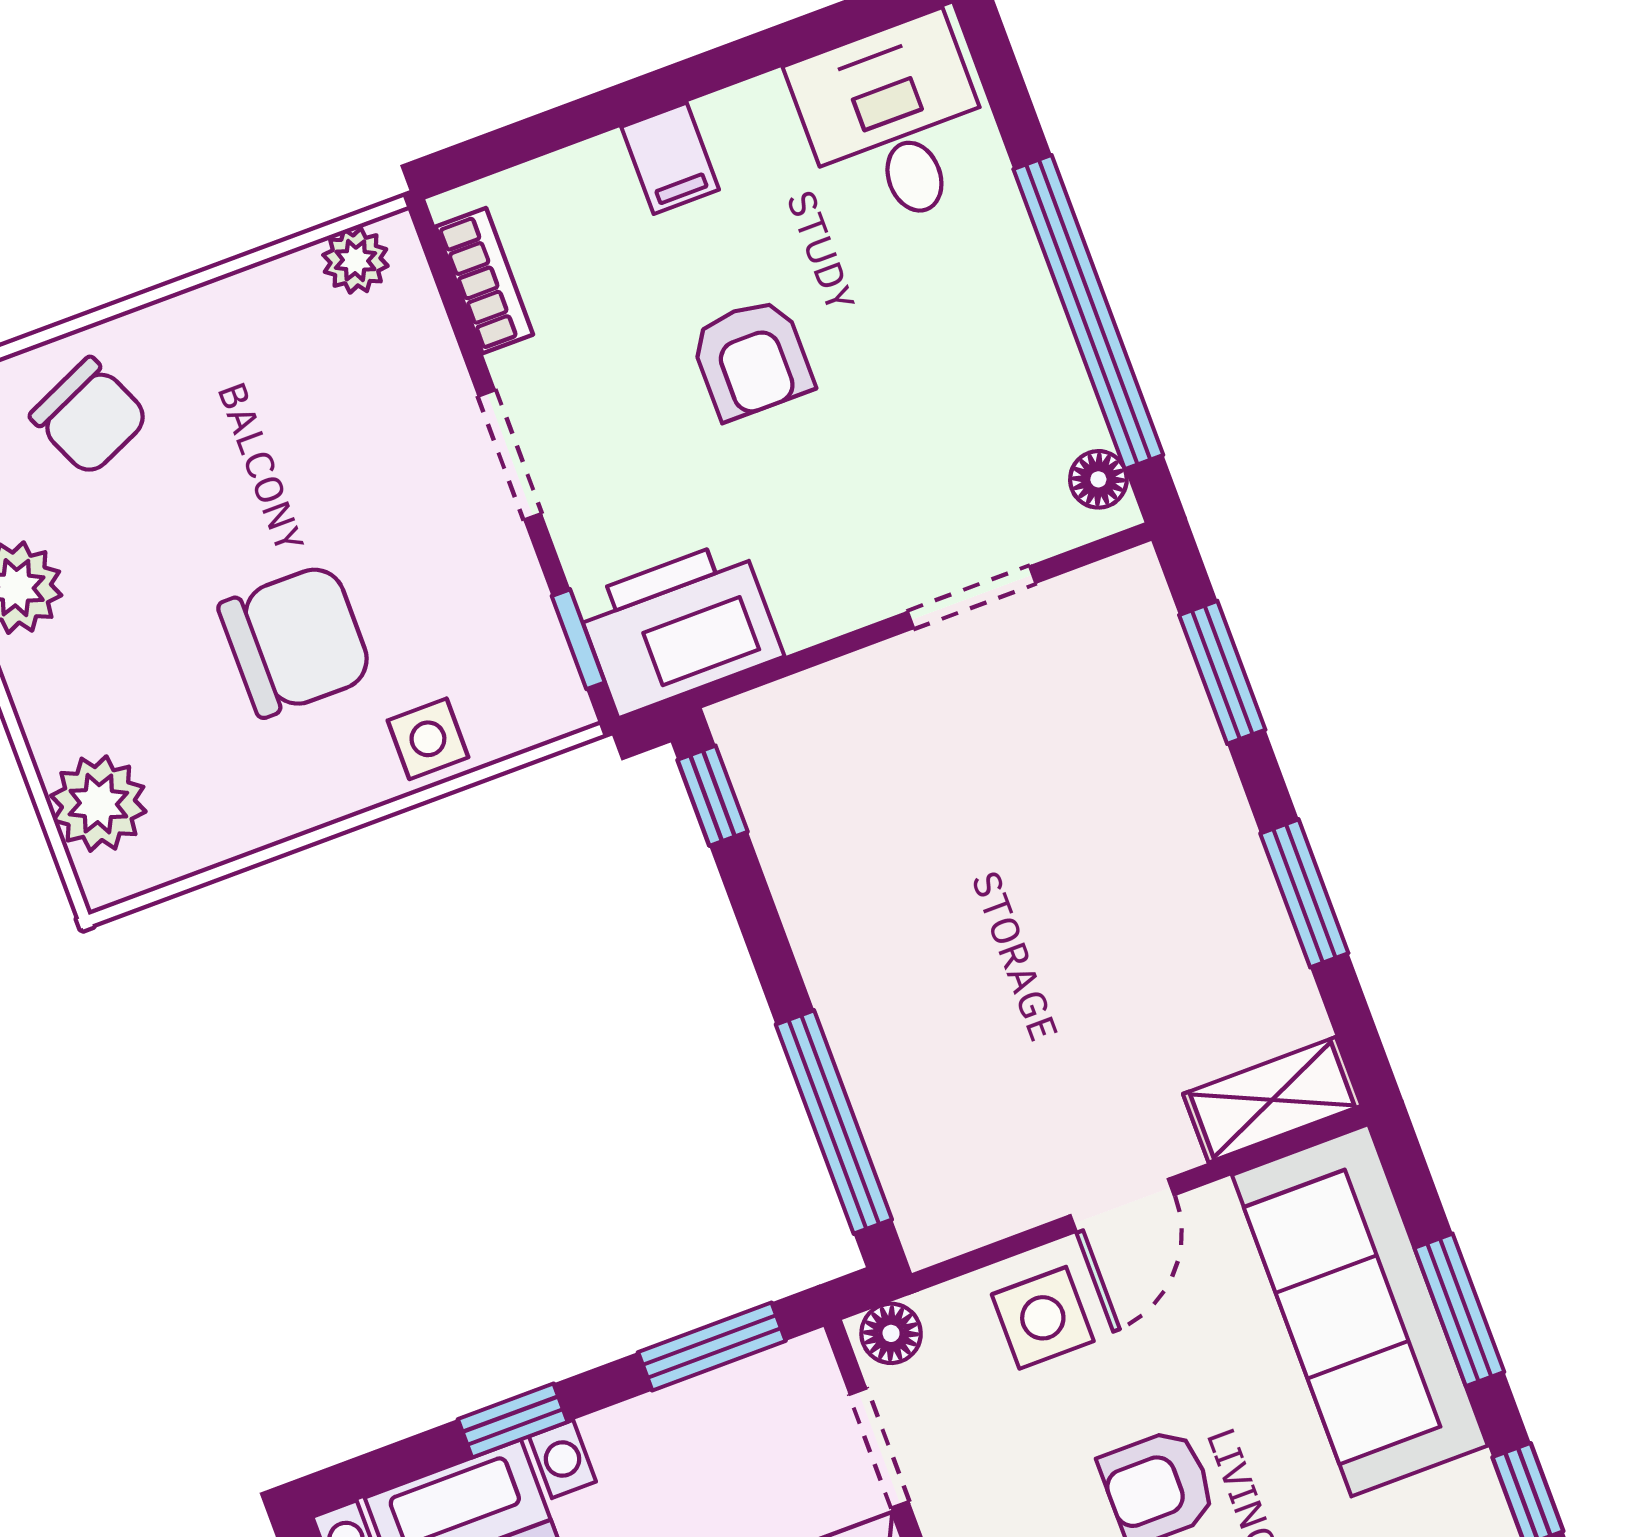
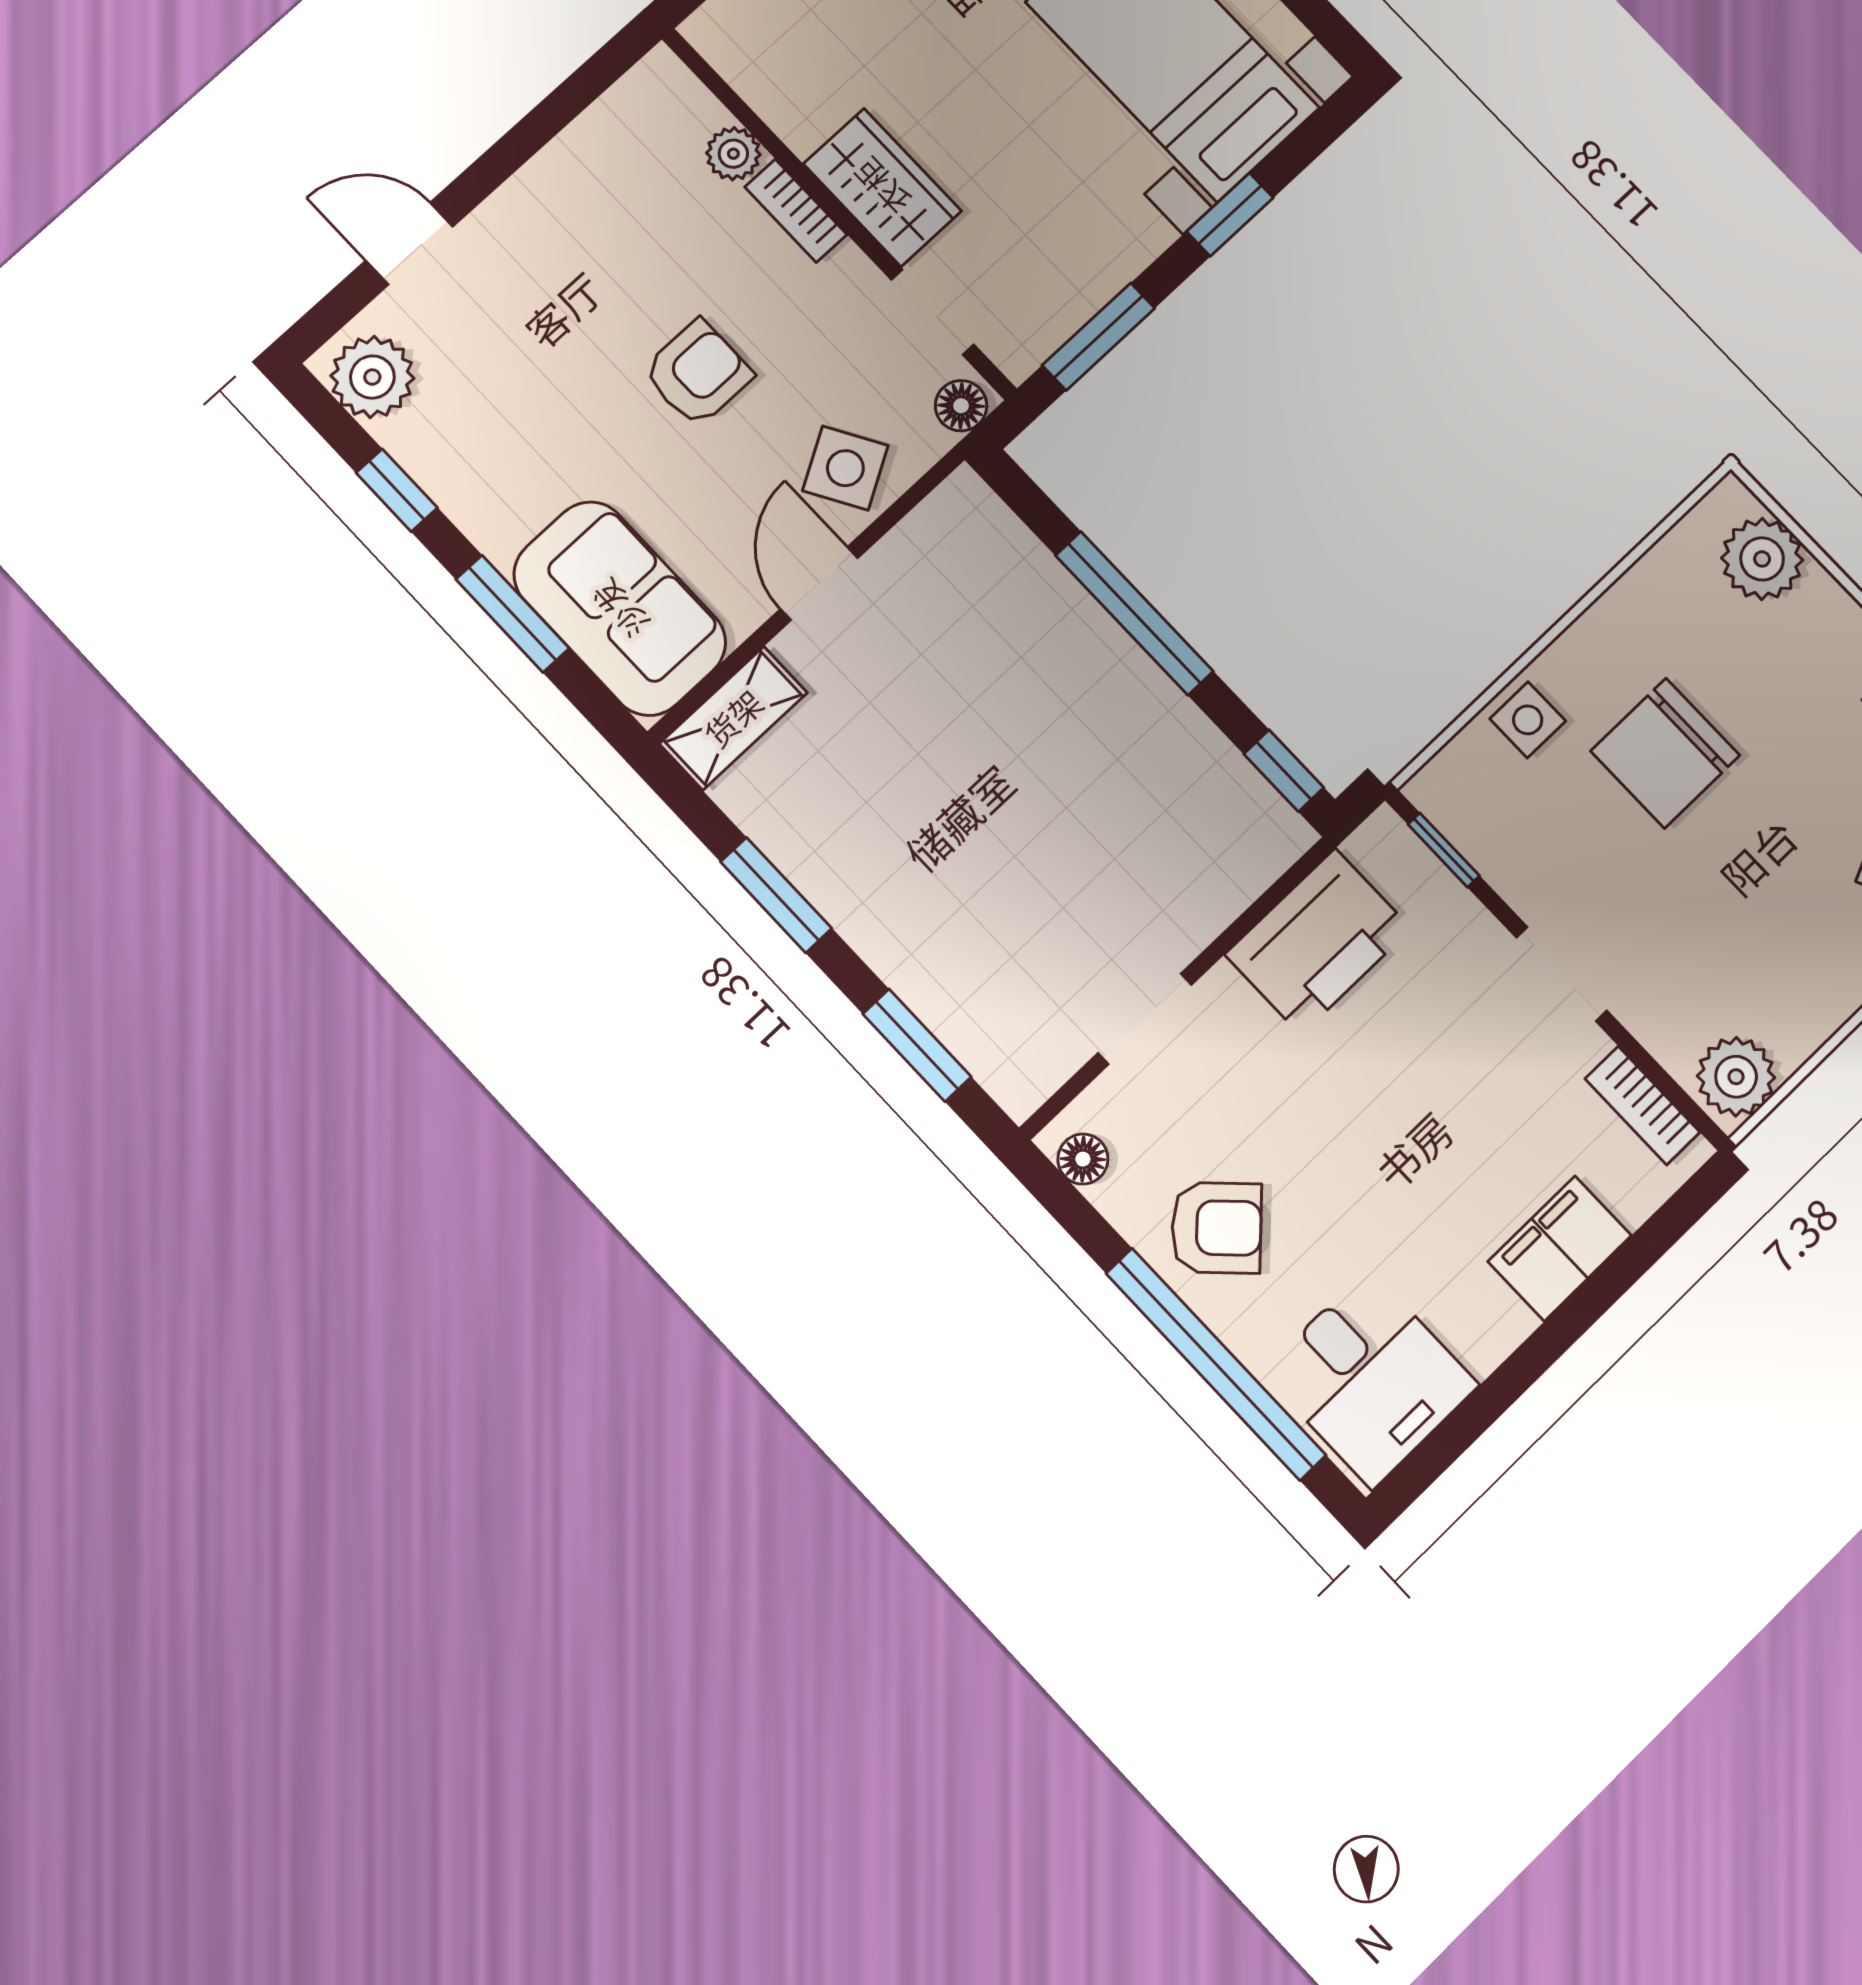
filing cabinet: (670, 158) -> (1560, 1249), width x2.00
plant: (355, 260) -> (1736, 1077), width x1.38, depth x1.38
window: (1088, 312) -> (1216, 1364), moved
armchair: (752, 359) -> (1216, 1228), moved, turned 135
printer: (679, 628) -> (1318, 942), moved
window: (834, 1122) -> (1134, 613), moved
sofa: (1360, 1310) -> (620, 609), width x0.73
side table: (1043, 1318) -> (845, 468), turned -30

